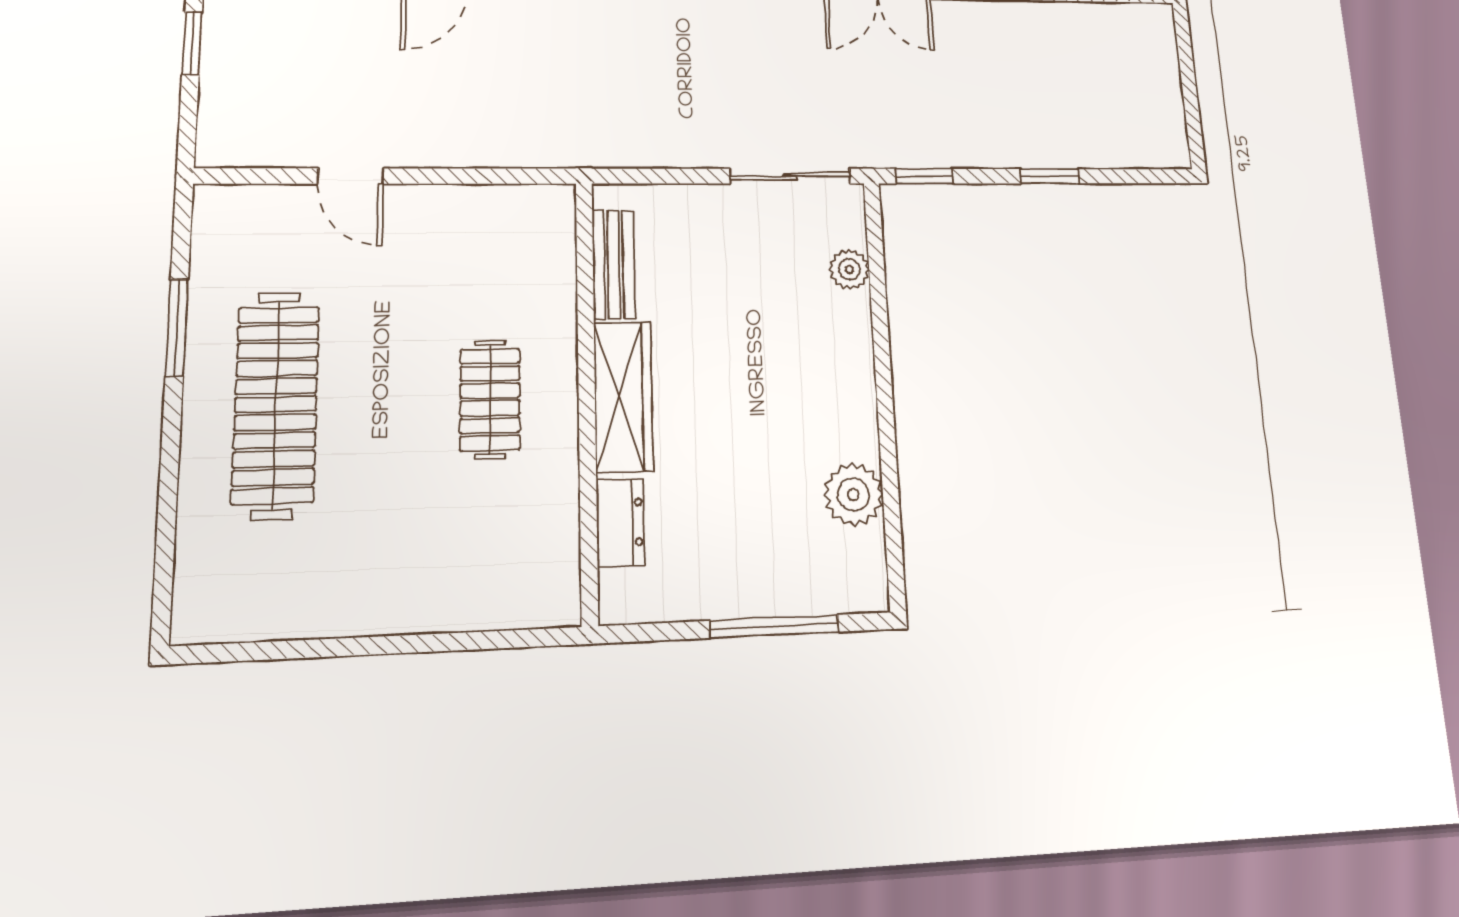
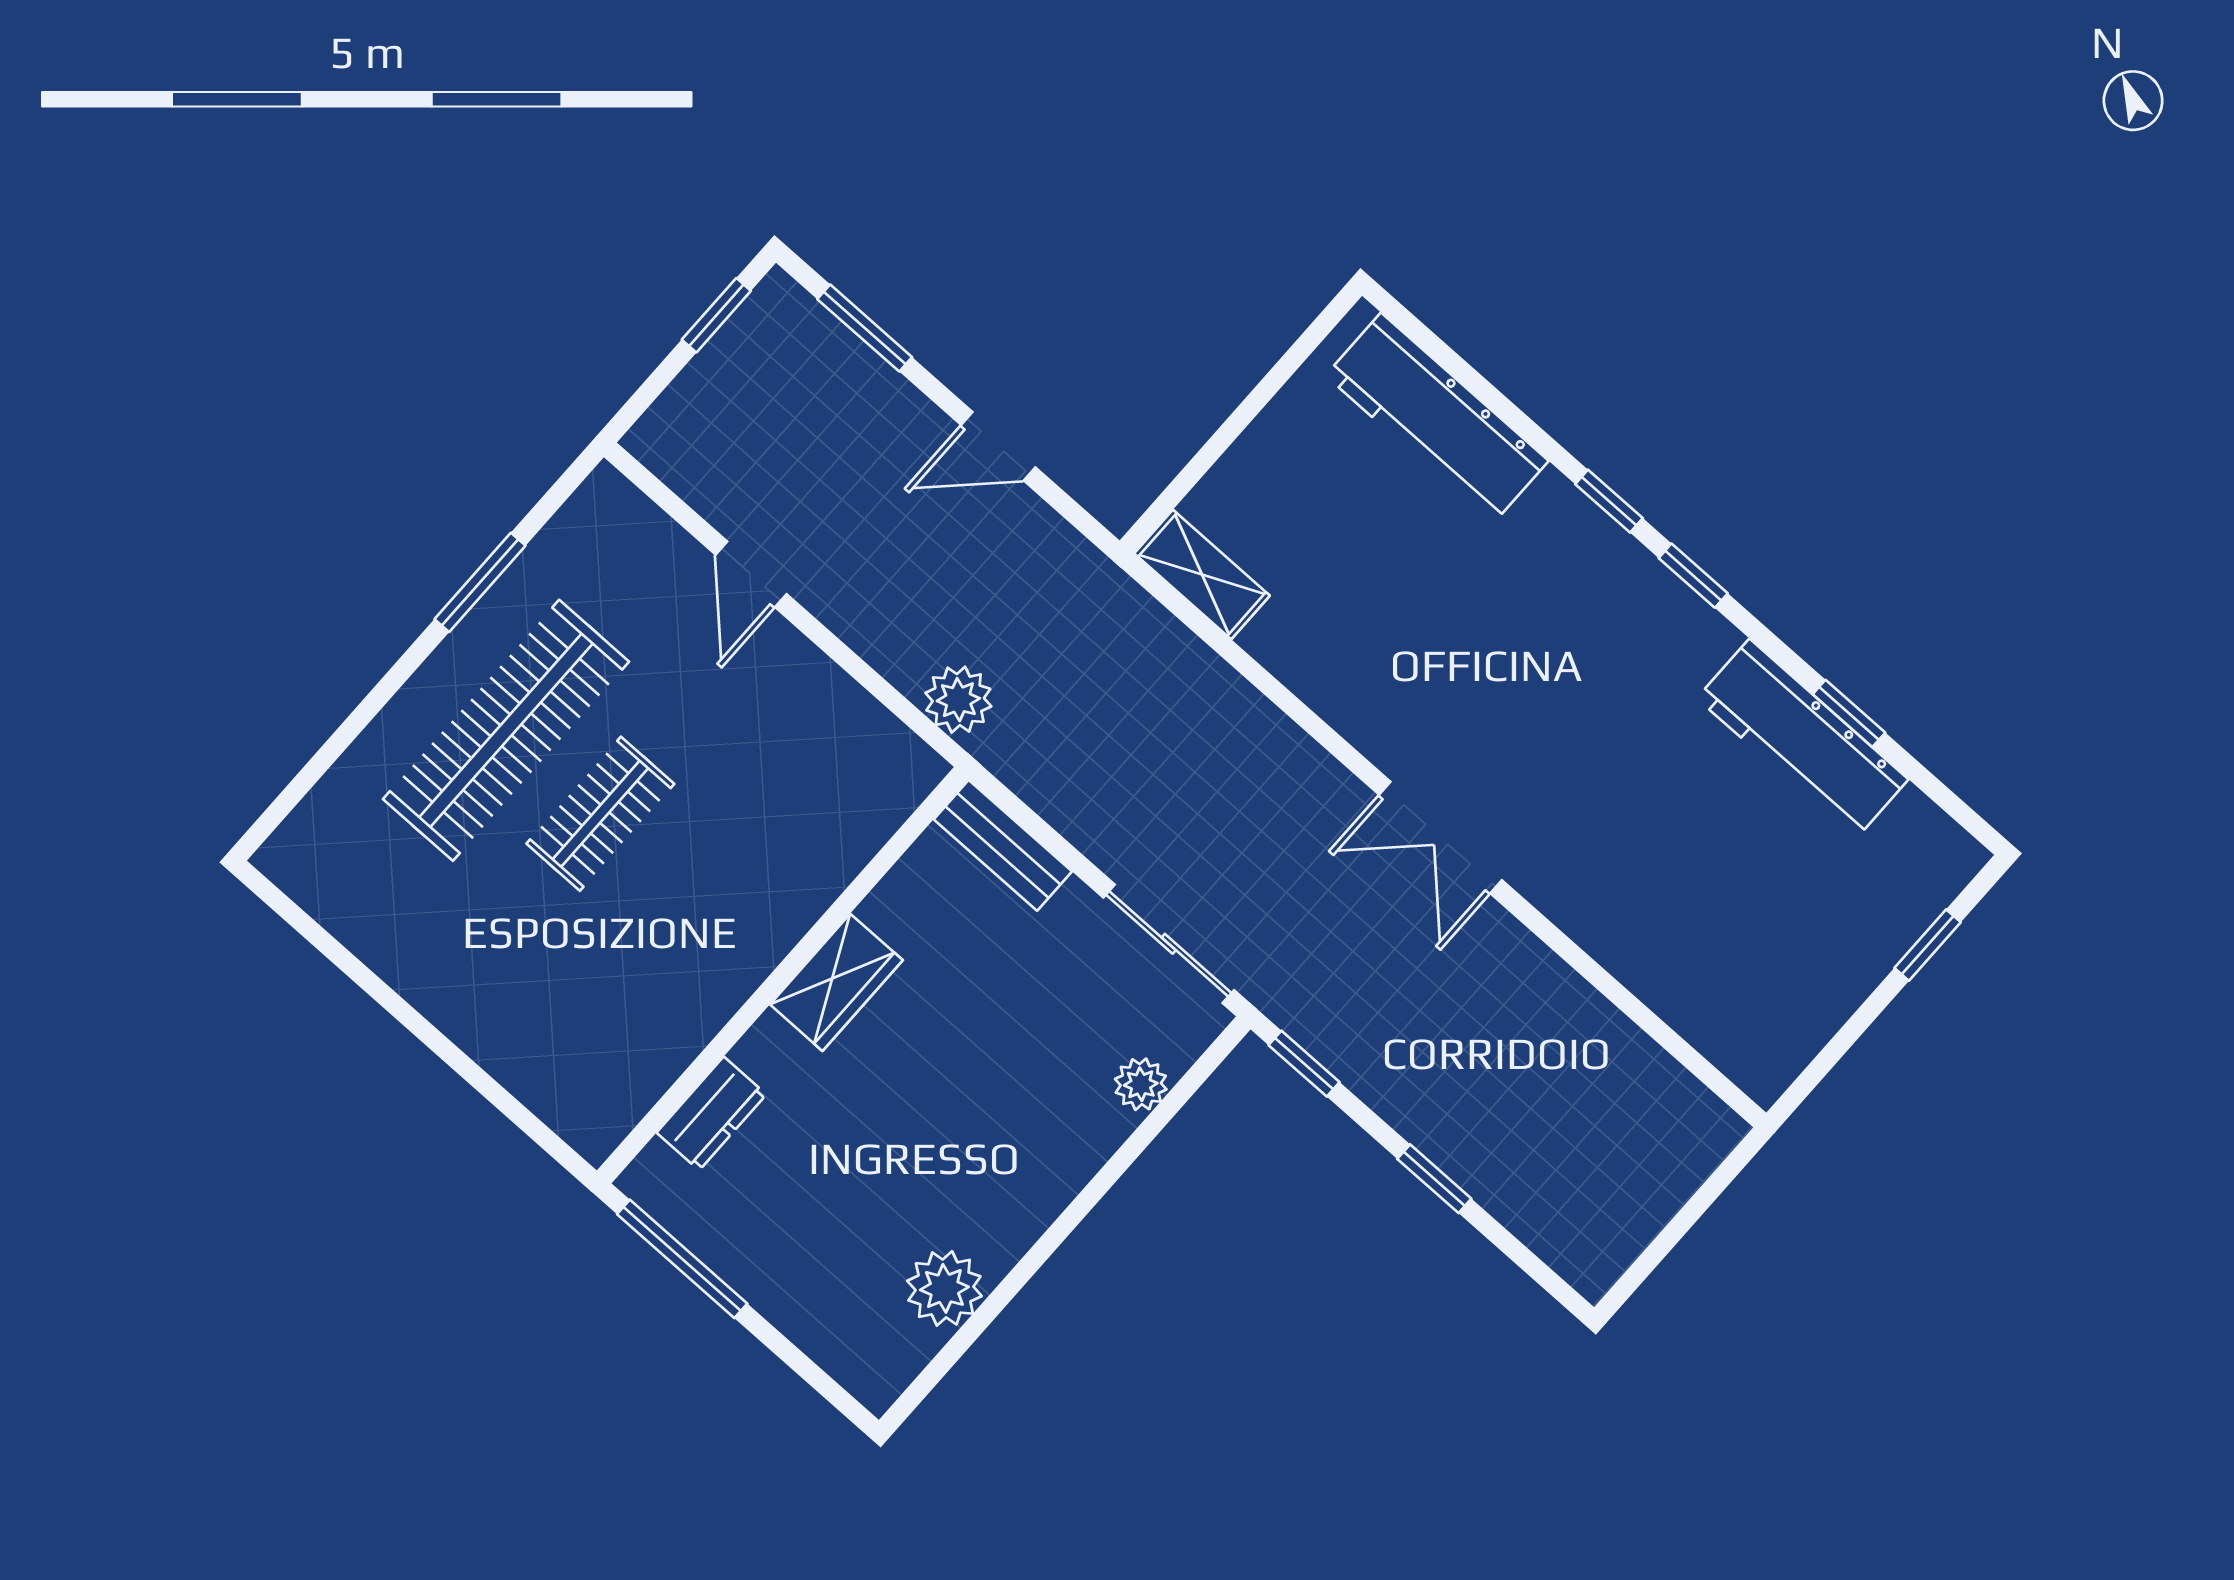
plant: (543, 143) -> (958, 700), added
bench: (614, 264) -> (1003, 845), moved, turned 90
wardrobe: (623, 396) -> (836, 982), width x0.67
clothes rail: (490, 399) -> (600, 814), moved
window: (774, 626) -> (682, 1259), moved

